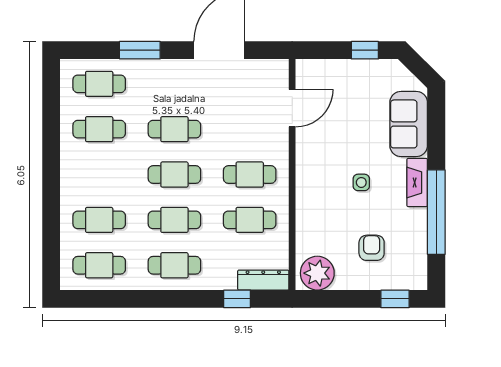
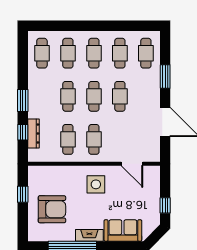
side table: (361, 182) -> (96, 184), moved, width x1.87, depth x1.87
armchair: (372, 248) -> (52, 209), width x1.88, depth x1.88
cafe table: (174, 265) -> (94, 53), moved
plant: (317, 273) -> (37, 178), removed
dresser: (263, 280) -> (34, 134), moved
window: (182, 299) -> (23, 101), added
window: (395, 299) -> (23, 194), moved

